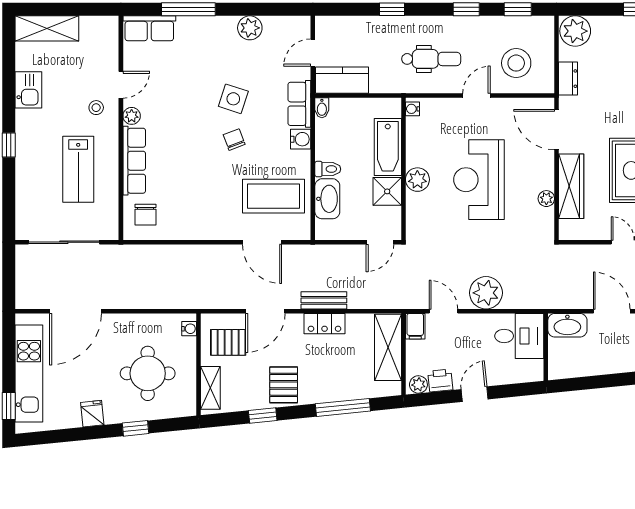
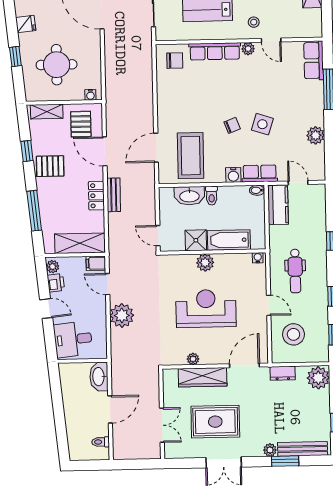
chair: (146, 215) -> (175, 61), turned 180
door: (444, 311) -> (107, 284), swing flipped
desk: (519, 336) -> (73, 339), moved, turned 84

